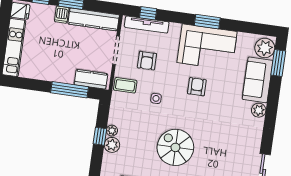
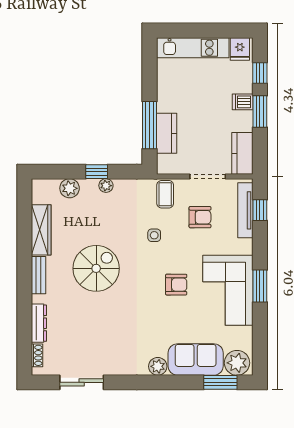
kitchen counter: (94, 19) -> (242, 153), width x0.67
armchair: (147, 61) -> (200, 217), turned 180
kitchen counter: (91, 79) -> (167, 133), moved
plant: (112, 145) -> (70, 188), moved

